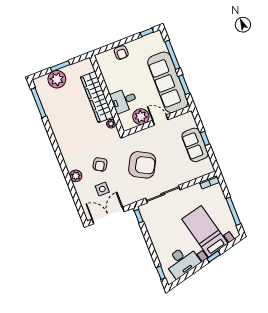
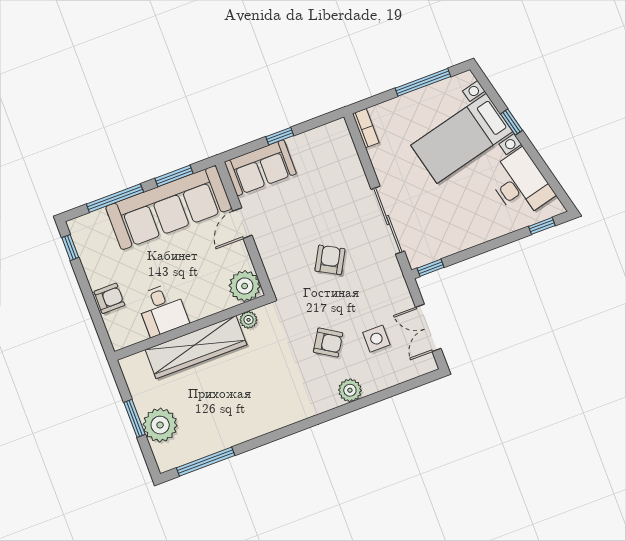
desk: (124, 100) -> (162, 310), moved
plant: (141, 117) -> (245, 286), moved
sofa: (195, 145) -> (260, 168), moved
armchair: (142, 165) -> (330, 260), width x0.53, depth x0.53
double door: (108, 215) -> (428, 328), width x0.73

